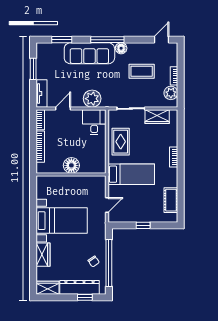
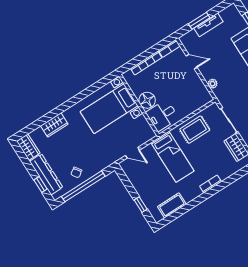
window: (33, 69) -> (199, 21), moved
tv unit: (42, 94) -> (208, 25), moved
plant: (92, 99) -> (213, 84), width x0.53, depth x0.53
desk: (94, 122) -> (162, 115), moved, turned 180
bed with nightstands: (62, 221) -> (109, 109), moved, turned 90
window: (143, 225) -> (141, 205), moved

